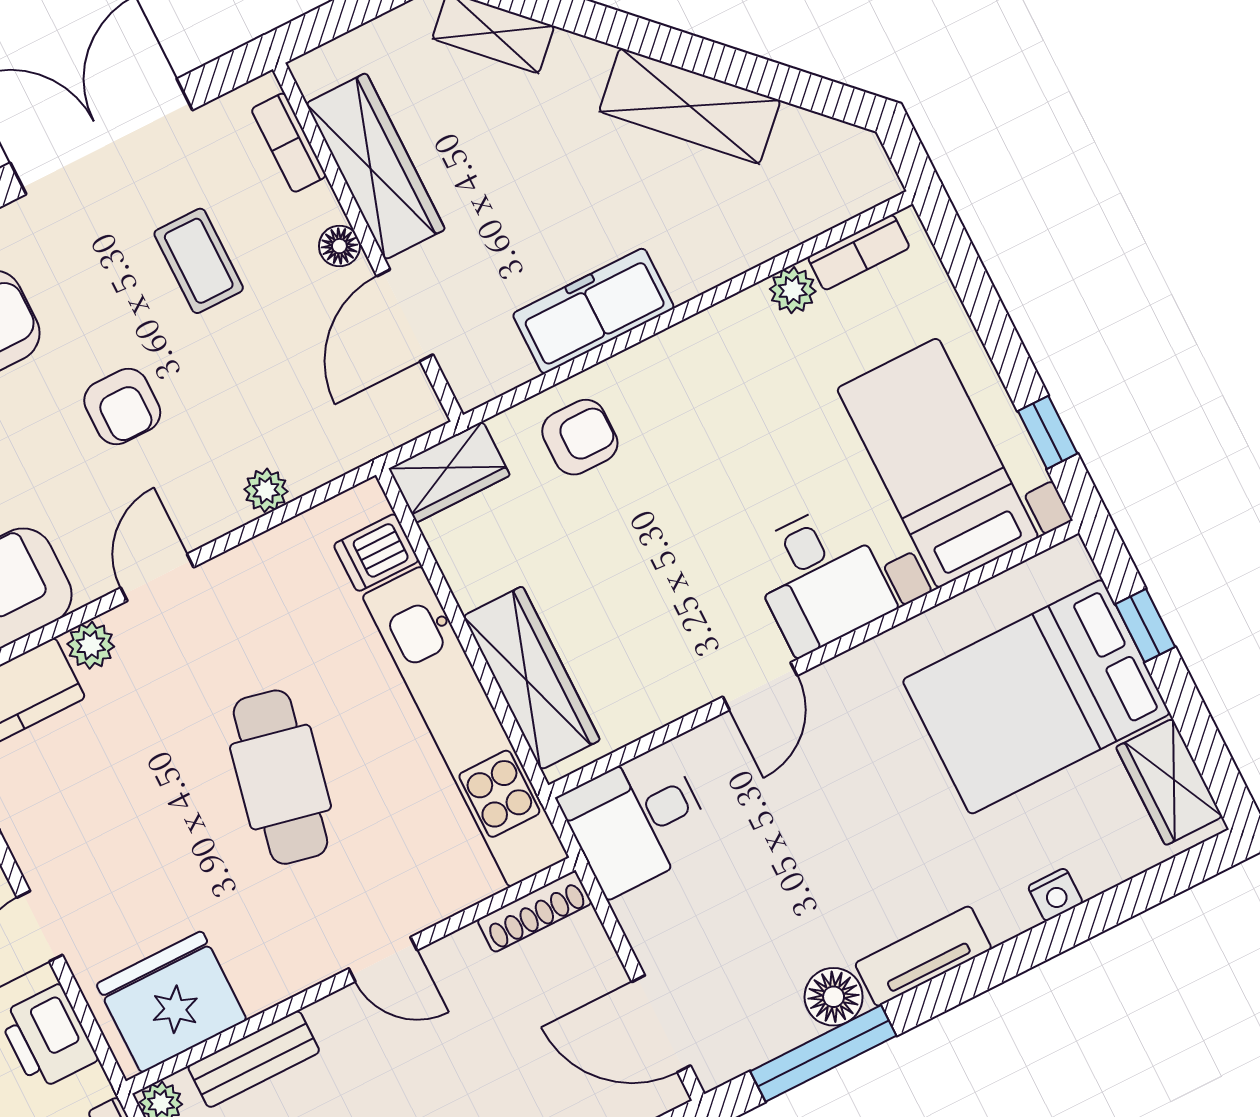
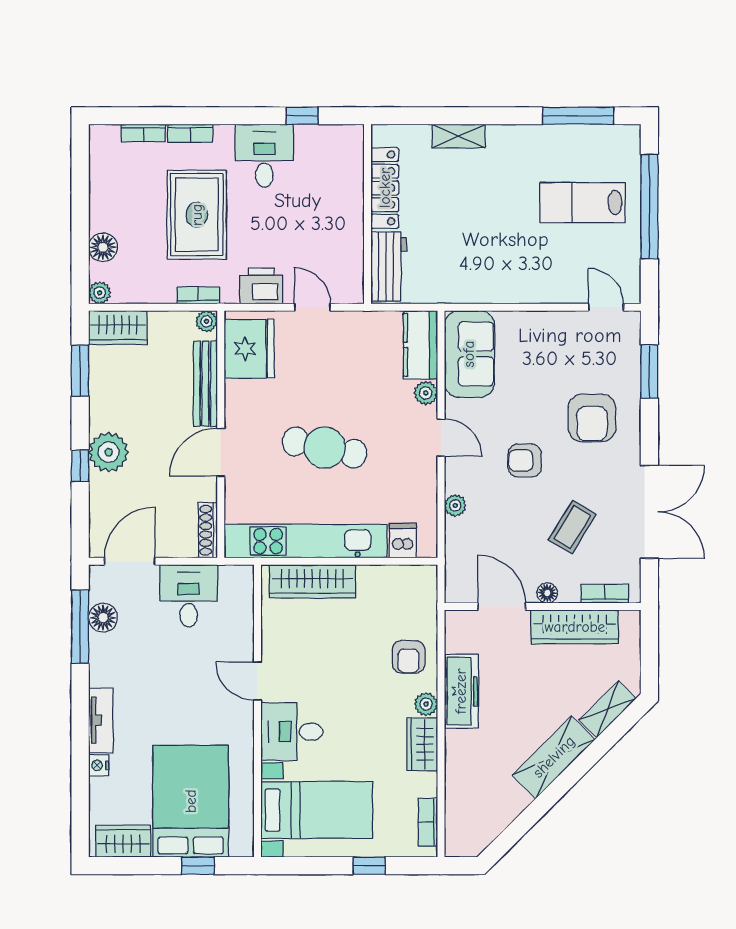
shelving: (690, 106) -> (554, 757), moved
coffee table: (199, 261) -> (572, 527), turned -59
plant: (793, 290) -> (426, 704), moved
window: (1048, 432) -> (369, 866), moved
wardrobe: (449, 472) -> (422, 744), moved
desk: (637, 821) -> (189, 596), moved
tv unit: (923, 956) -> (101, 720), moved
door: (383, 959) -> (221, 452), width x1.38
floor lamp: (834, 997) -> (103, 618), moved
bench: (254, 1059) -> (205, 384), width x1.36

